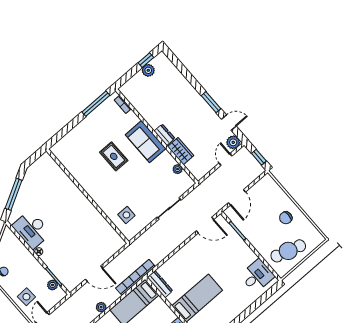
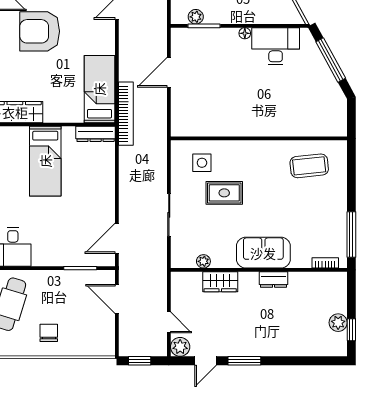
dresser: (164, 135) -> (274, 280), moved
rug: (114, 156) -> (224, 193), moved
coffee table: (79, 157) -> (309, 166), added
plant: (101, 307) -> (126, 48), removed

